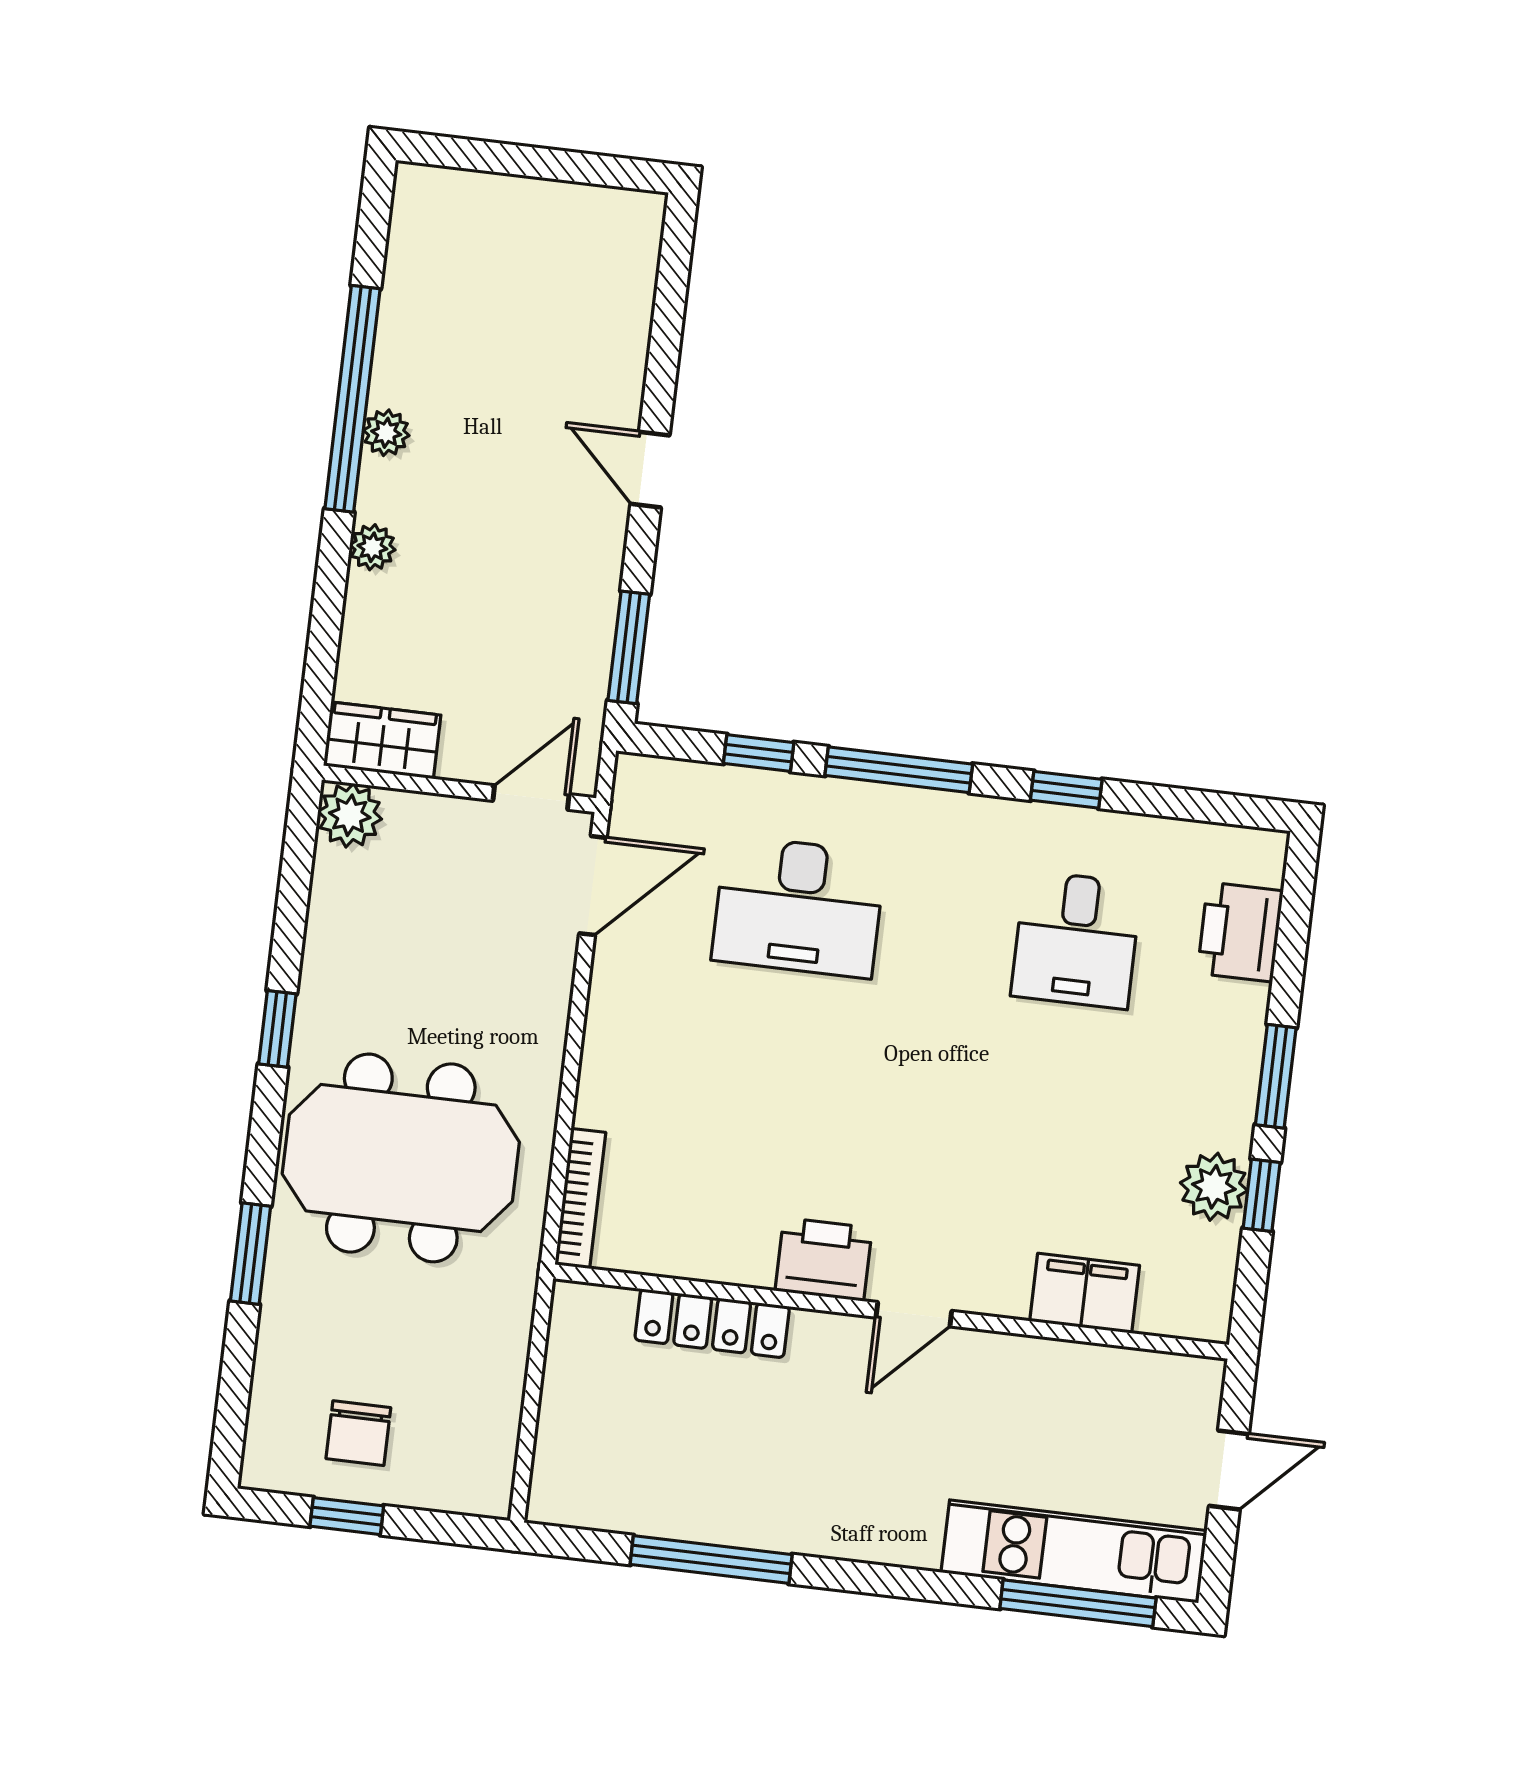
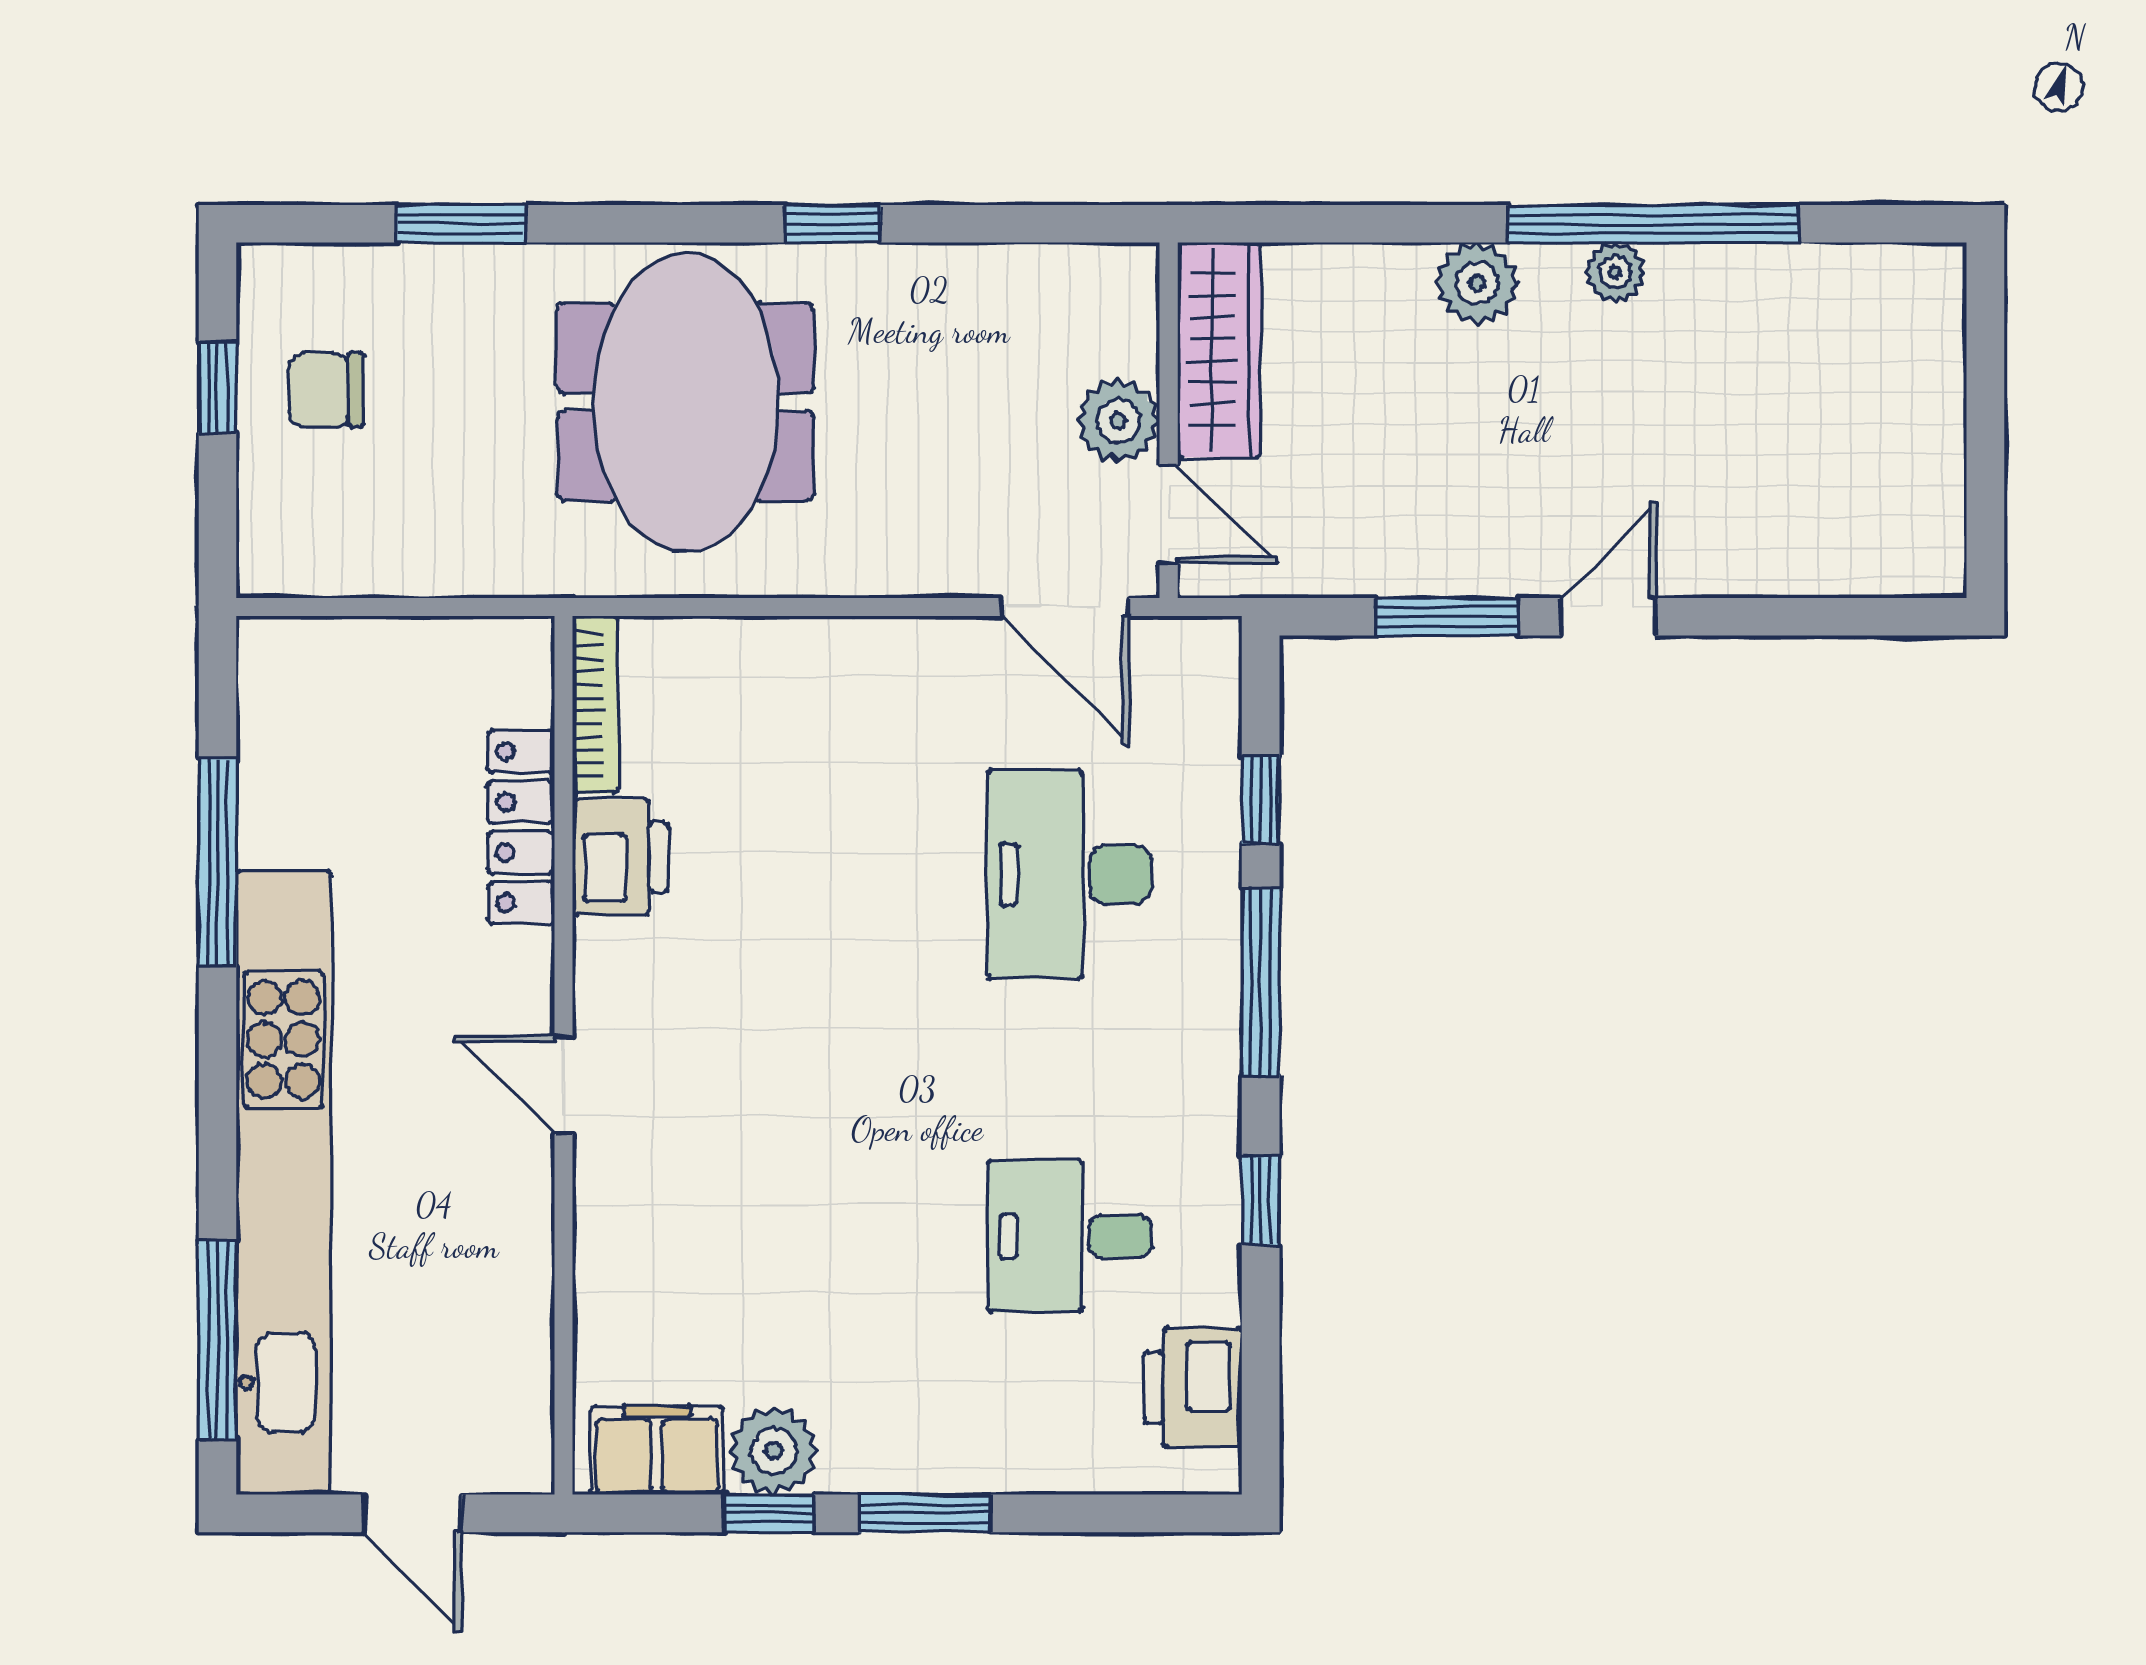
plant: (372, 547) -> (1477, 283), width x1.38, depth x1.38
window: (629, 647) -> (1447, 617), moved
wardrobe: (382, 740) -> (1219, 350), width x1.50
plant: (350, 815) -> (1118, 421), moved
printer: (1240, 932) -> (1193, 1387), moved, turned -90
bookcase: (580, 1198) -> (595, 705), moved, turned -90
window: (251, 1254) -> (461, 224), moved
printer: (824, 1259) -> (620, 857), moved
filing cabinet: (1085, 1293) -> (657, 1450), moved, turned -90
kitchen unit: (1074, 1551) -> (283, 1183), width x1.86

